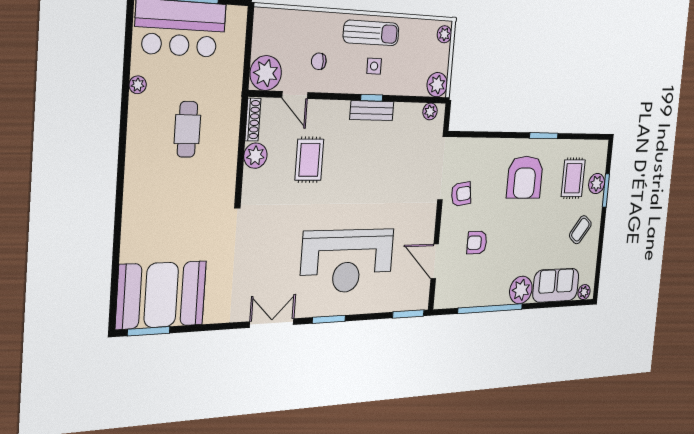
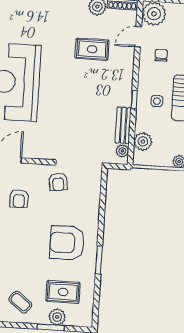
plant: (437, 85) -> (143, 141), moved
bench: (372, 111) -> (123, 125), moved
armchair: (477, 243) -> (19, 199), turned 180

